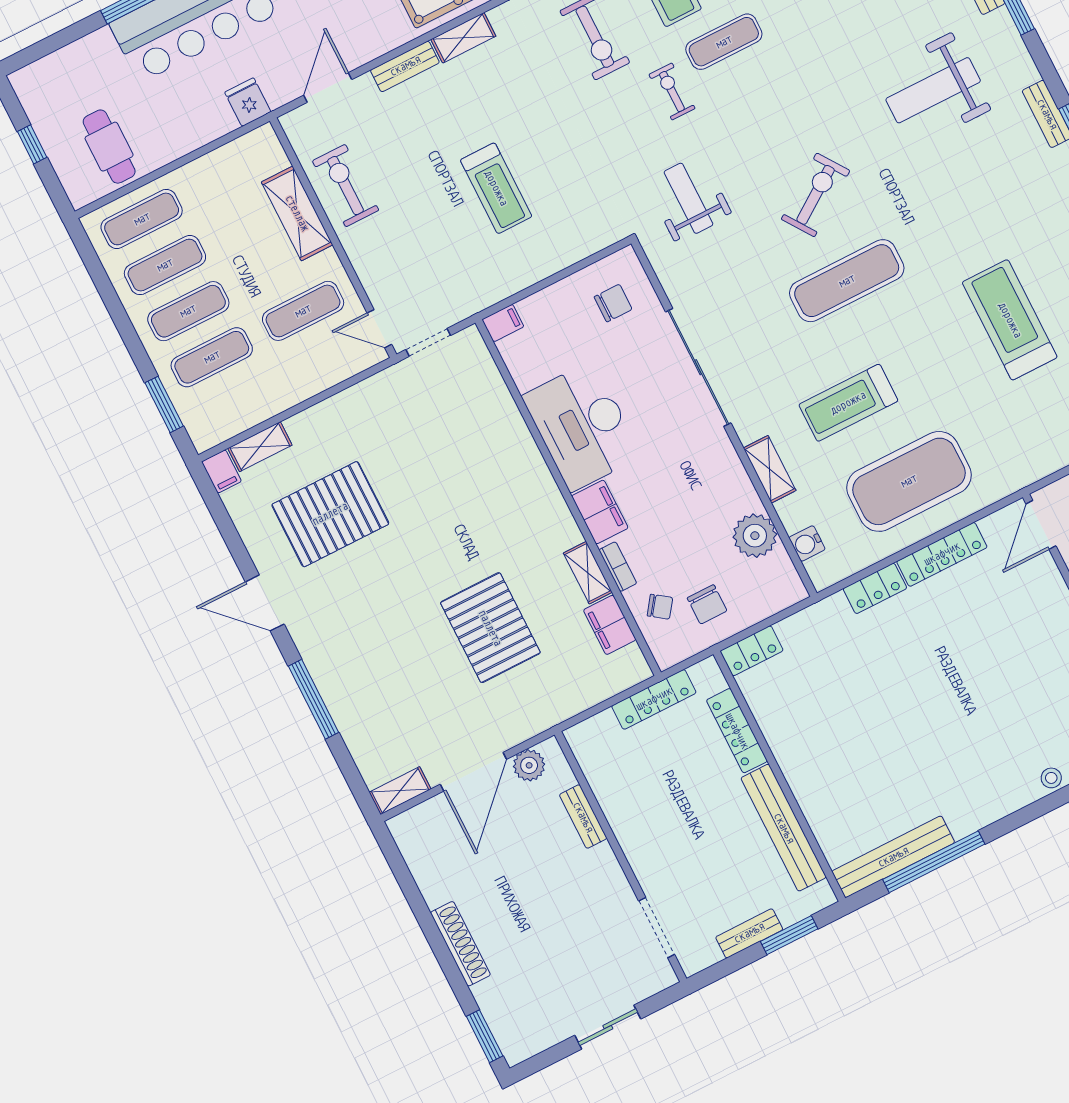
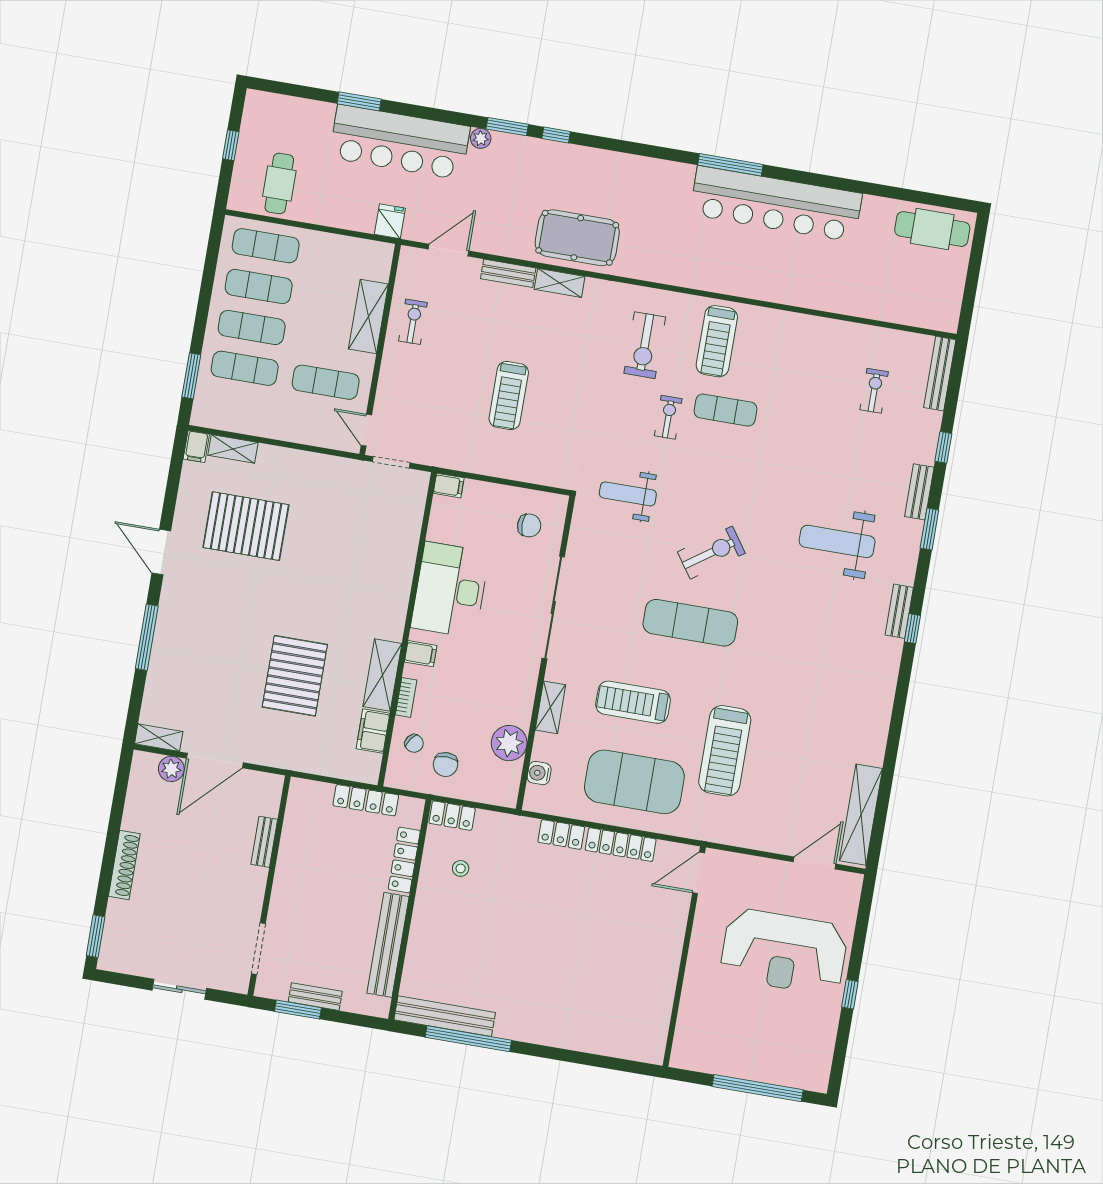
exercise bike: (346, 186) -> (413, 322), width x0.73, depth x0.72
weight bench: (688, 198) -> (628, 494), turned -90
treadmill: (1010, 320) -> (725, 751), moved, turned 180
filing cabinet: (600, 512) -> (421, 654), width x0.50
shelving: (588, 573) -> (382, 675), width x1.50, depth x1.33
plant: (529, 765) -> (171, 769), moved
stool: (1051, 778) -> (461, 868), moved
window: (789, 935) -> (298, 1010), moved

